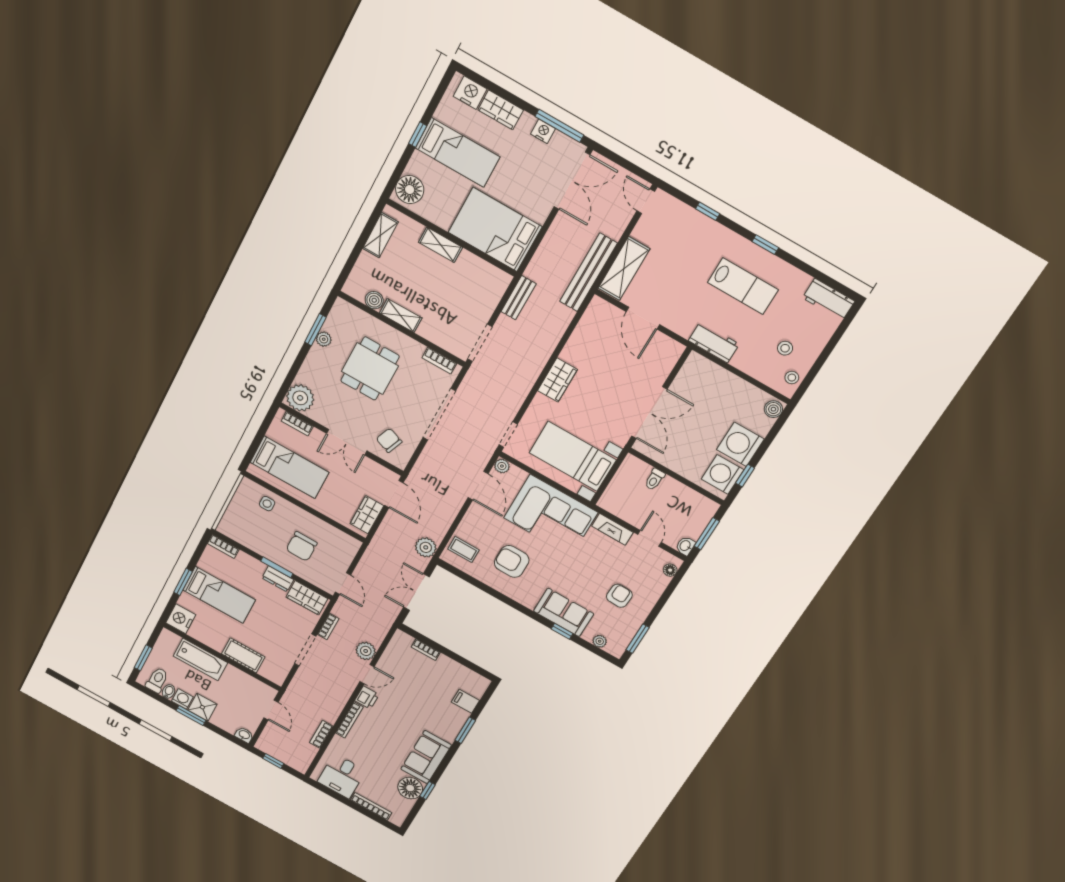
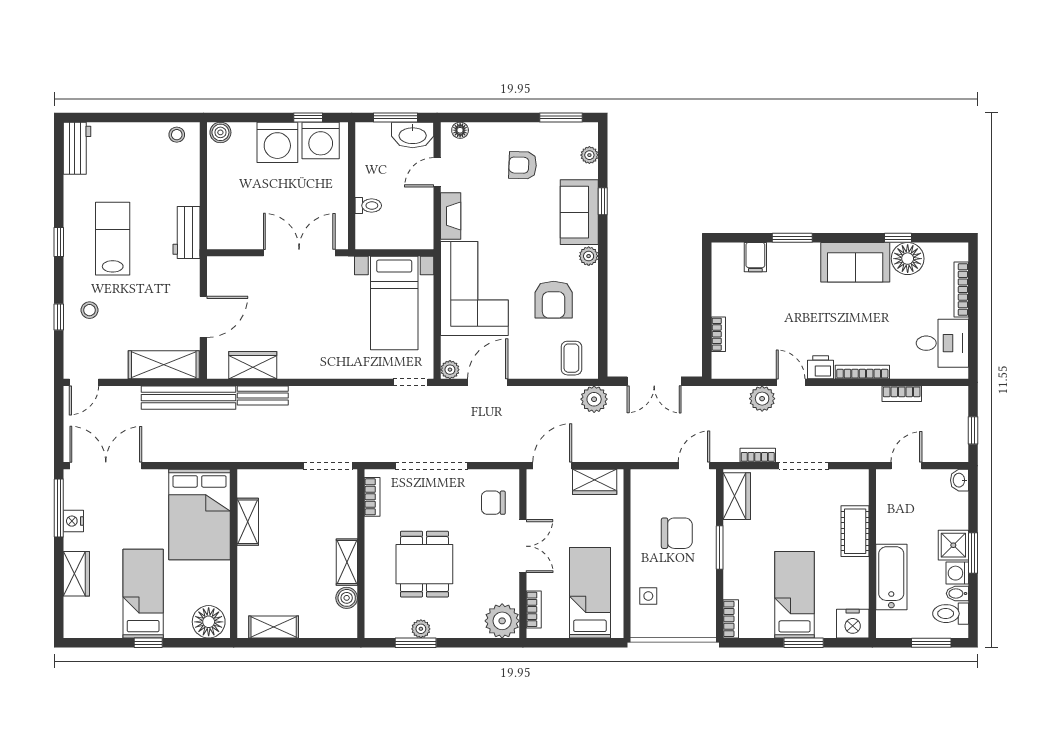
nightstand: (470, 93) -> (77, 613), removed
shelving: (440, 245) -> (248, 522), moved
bench: (519, 298) -> (263, 396), moved
stool: (785, 348) -> (89, 310), moved
dining table: (370, 369) -> (424, 564), turned 90
wardrobe: (557, 380) -> (253, 365), moved
chair: (389, 440) -> (493, 503), turned 69
washbasin: (685, 546) -> (413, 135), width x1.91, depth x1.45
dresser: (278, 579) -> (733, 540), removed
plant: (529, 601) -> (589, 256), added

